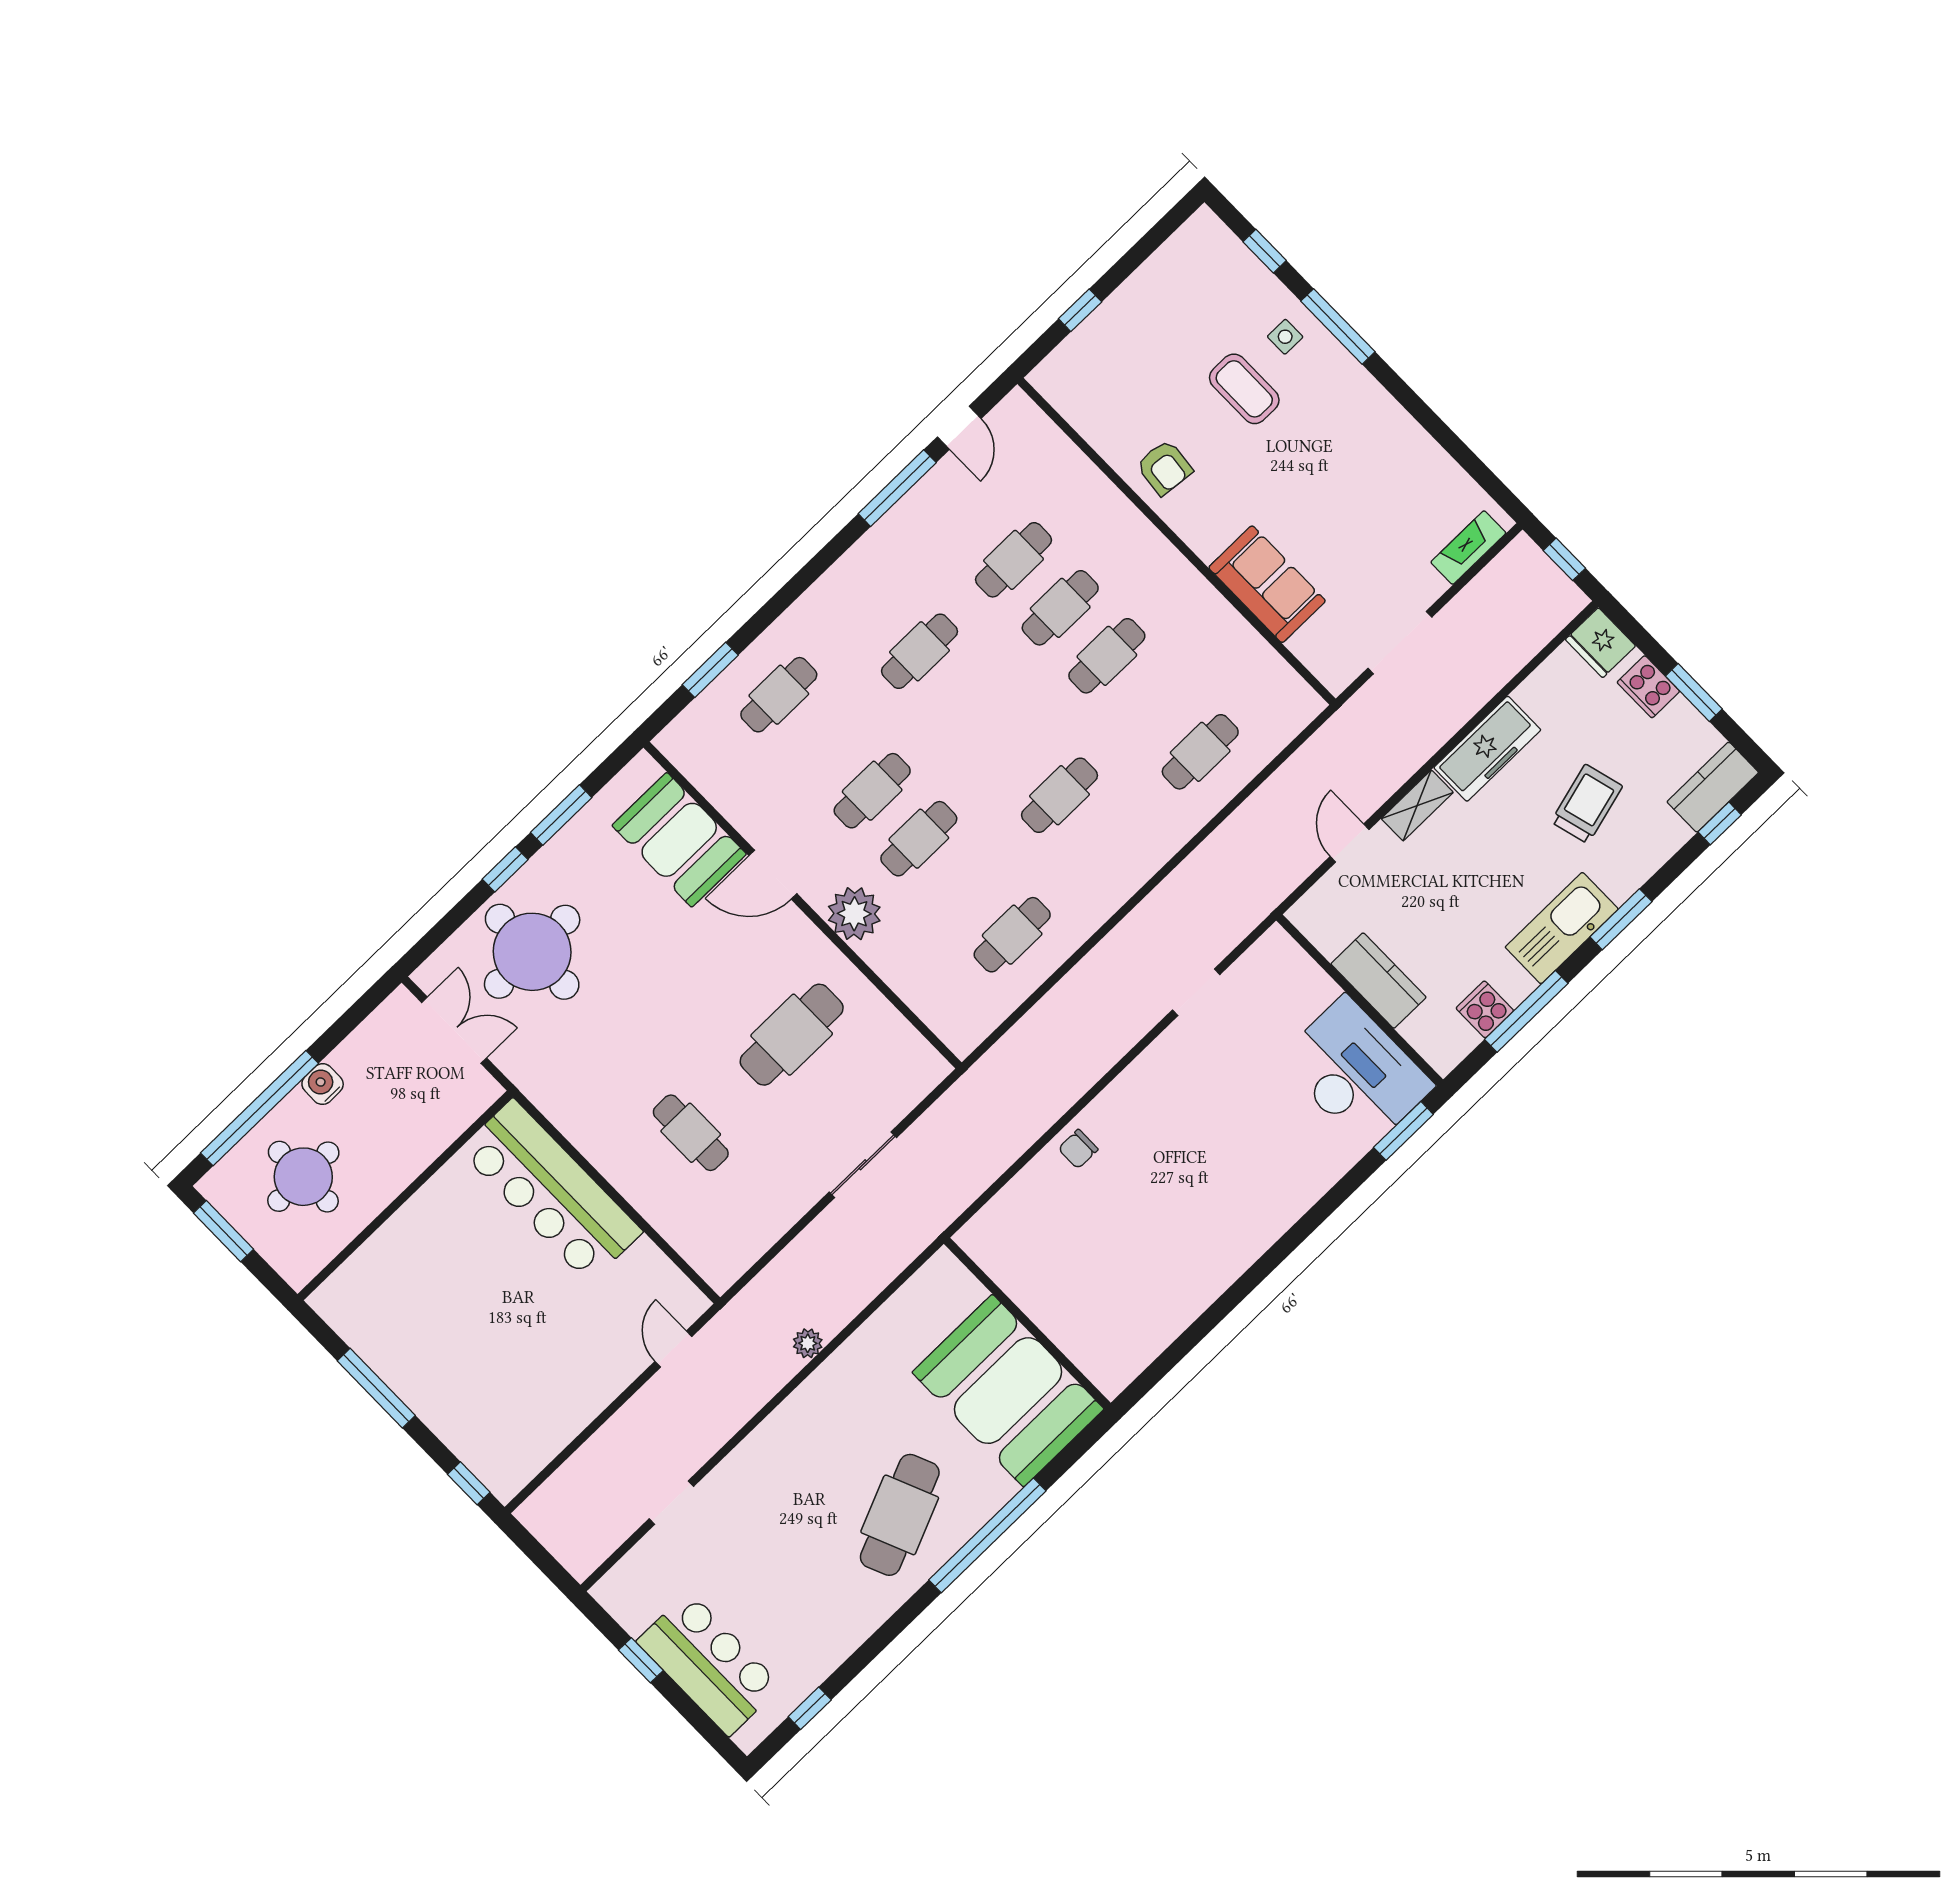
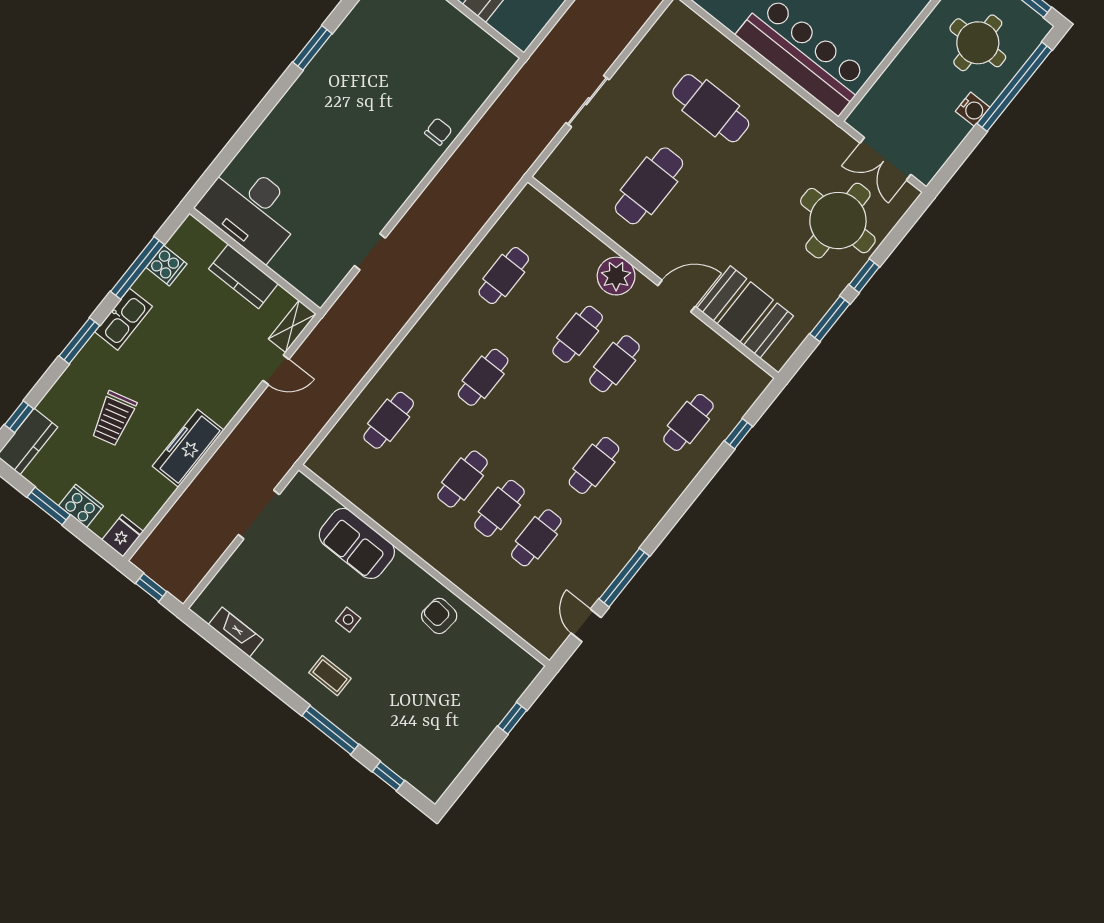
side table: (1285, 337) -> (348, 620), moved
coffee table: (1244, 389) -> (330, 676), moved, width x0.73, depth x0.77
fireplace: (1468, 548) -> (236, 632), moved, turned -90
fridge: (1600, 643) -> (123, 536), width x0.72
window: (710, 670) -> (739, 434), width x0.67
shelving: (1417, 805) -> (292, 326), moved
door: (1350, 843) -> (276, 370), hinge flipped
kitchen sink: (1562, 928) -> (124, 319), width x0.73, depth x0.81
window: (1403, 1131) -> (312, 48), moved
cafe table: (691, 1133) -> (711, 108), width x1.37, depth x1.35

